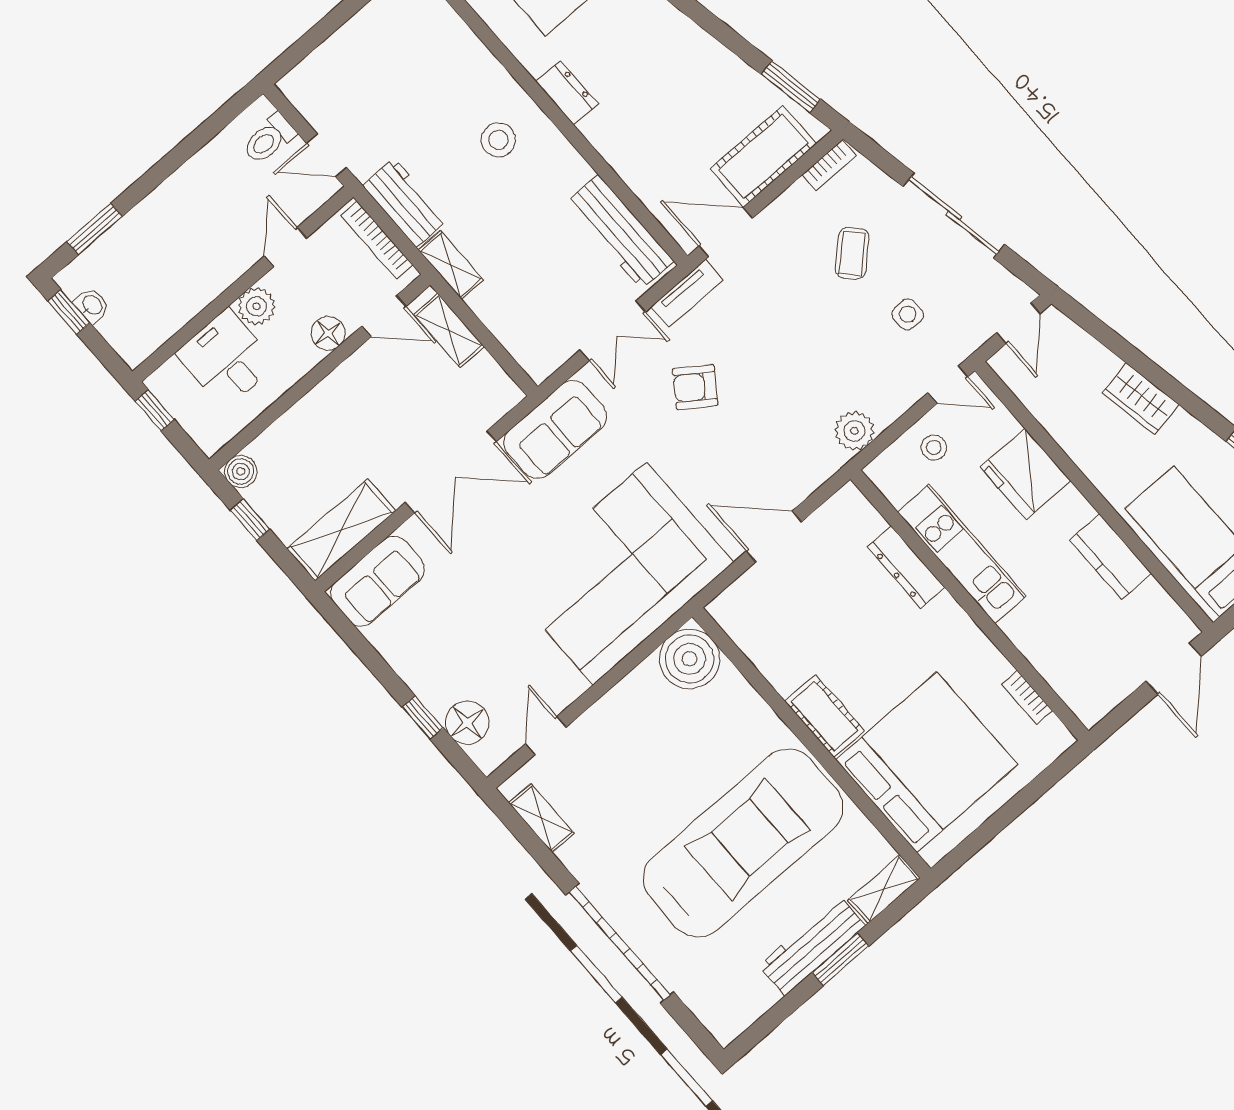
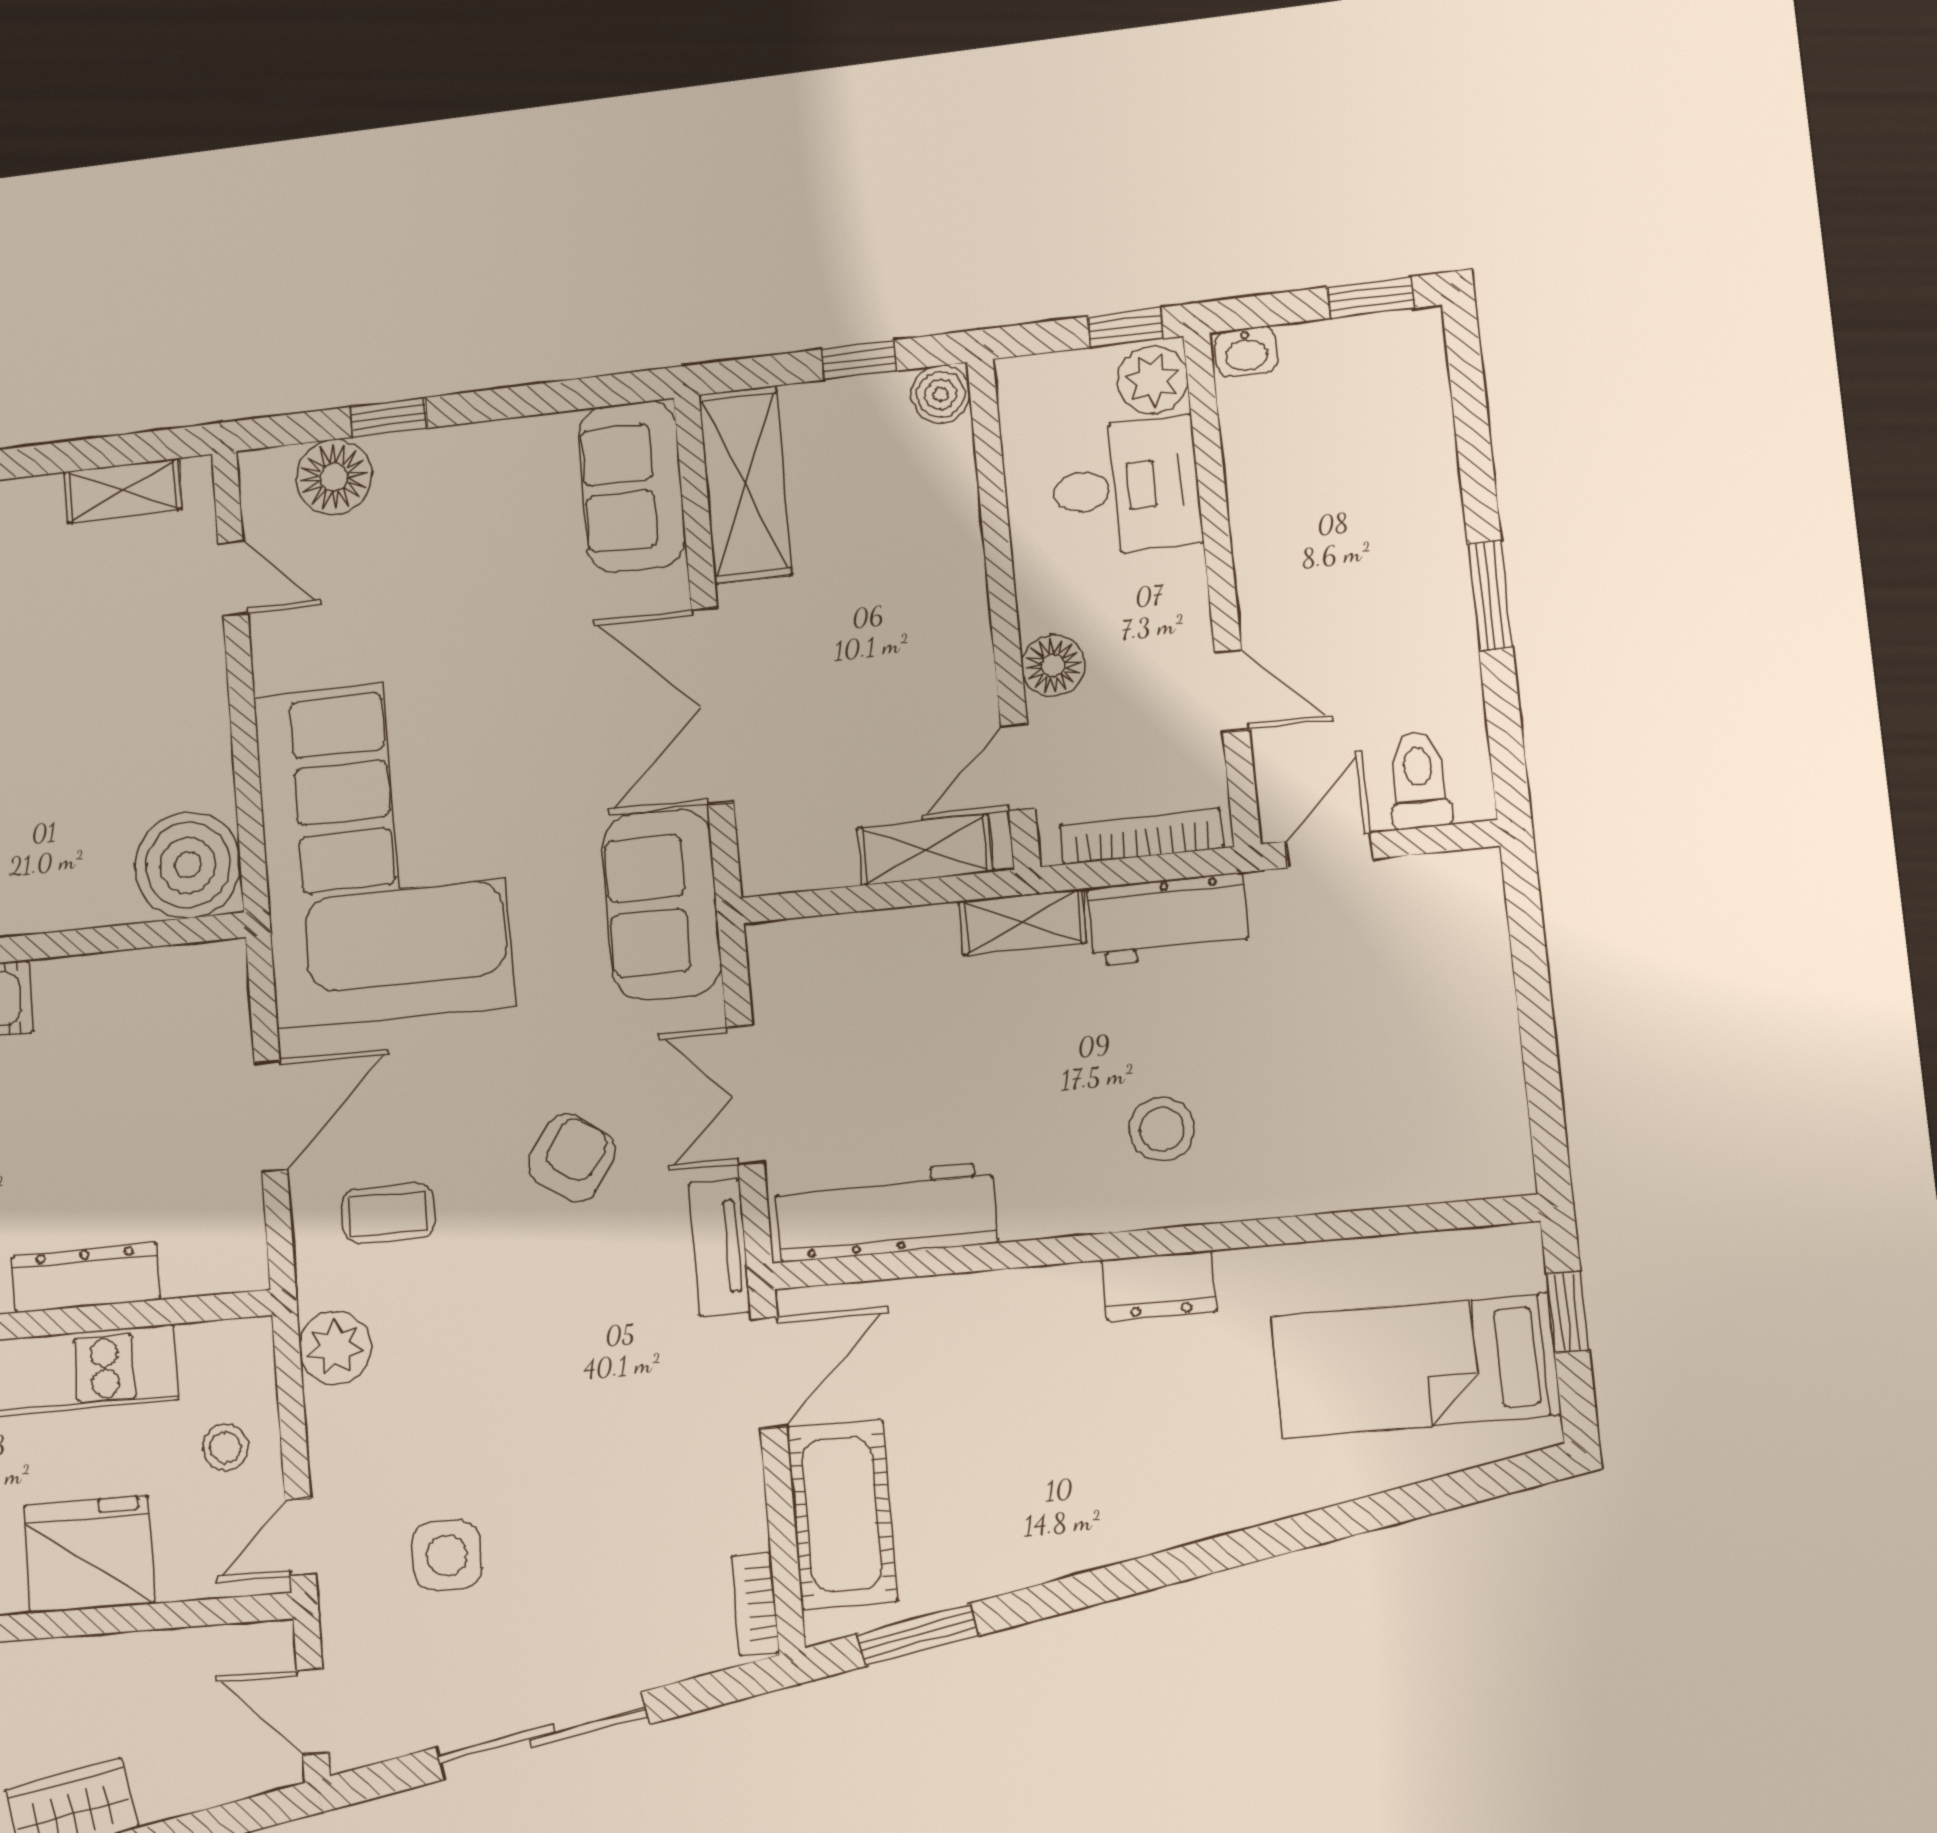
window: (95, 229) -> (1490, 596), moved
coffee table: (852, 253) -> (388, 1213), moved, turned -47
washbasin: (92, 305) -> (1246, 352), moved
plant: (256, 306) -> (1153, 380), moved
side table: (908, 314) -> (447, 1555), width x1.37, depth x1.37

